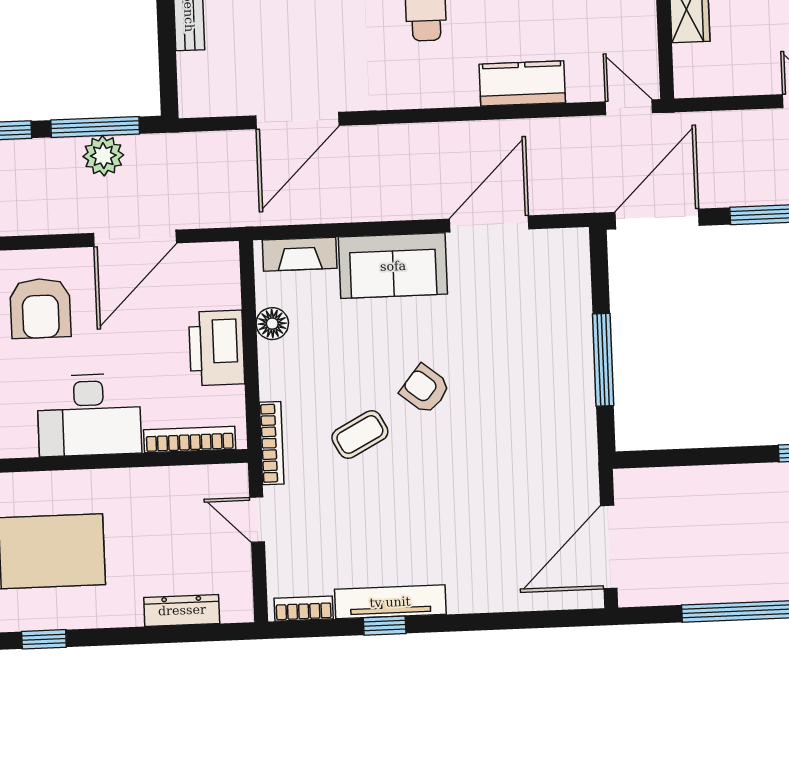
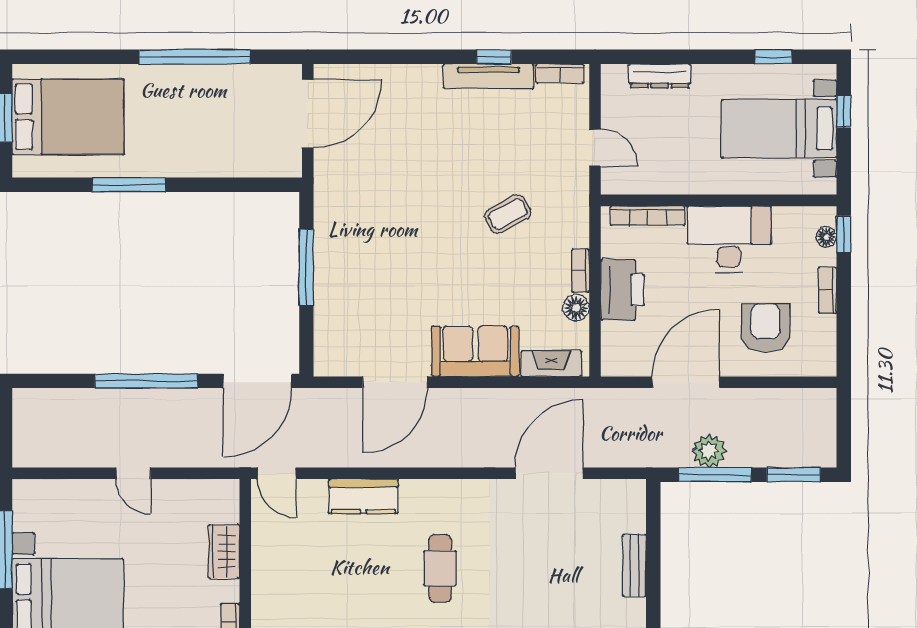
armchair: (425, 389) -> (453, 249), removed
bookcase: (272, 443) -> (581, 271), moved, width x0.64

